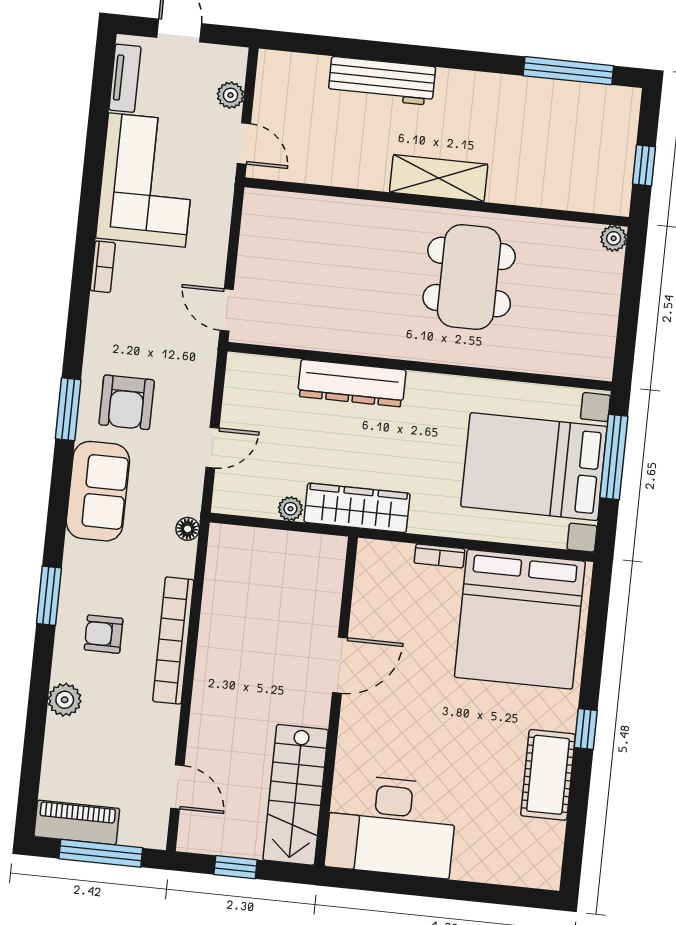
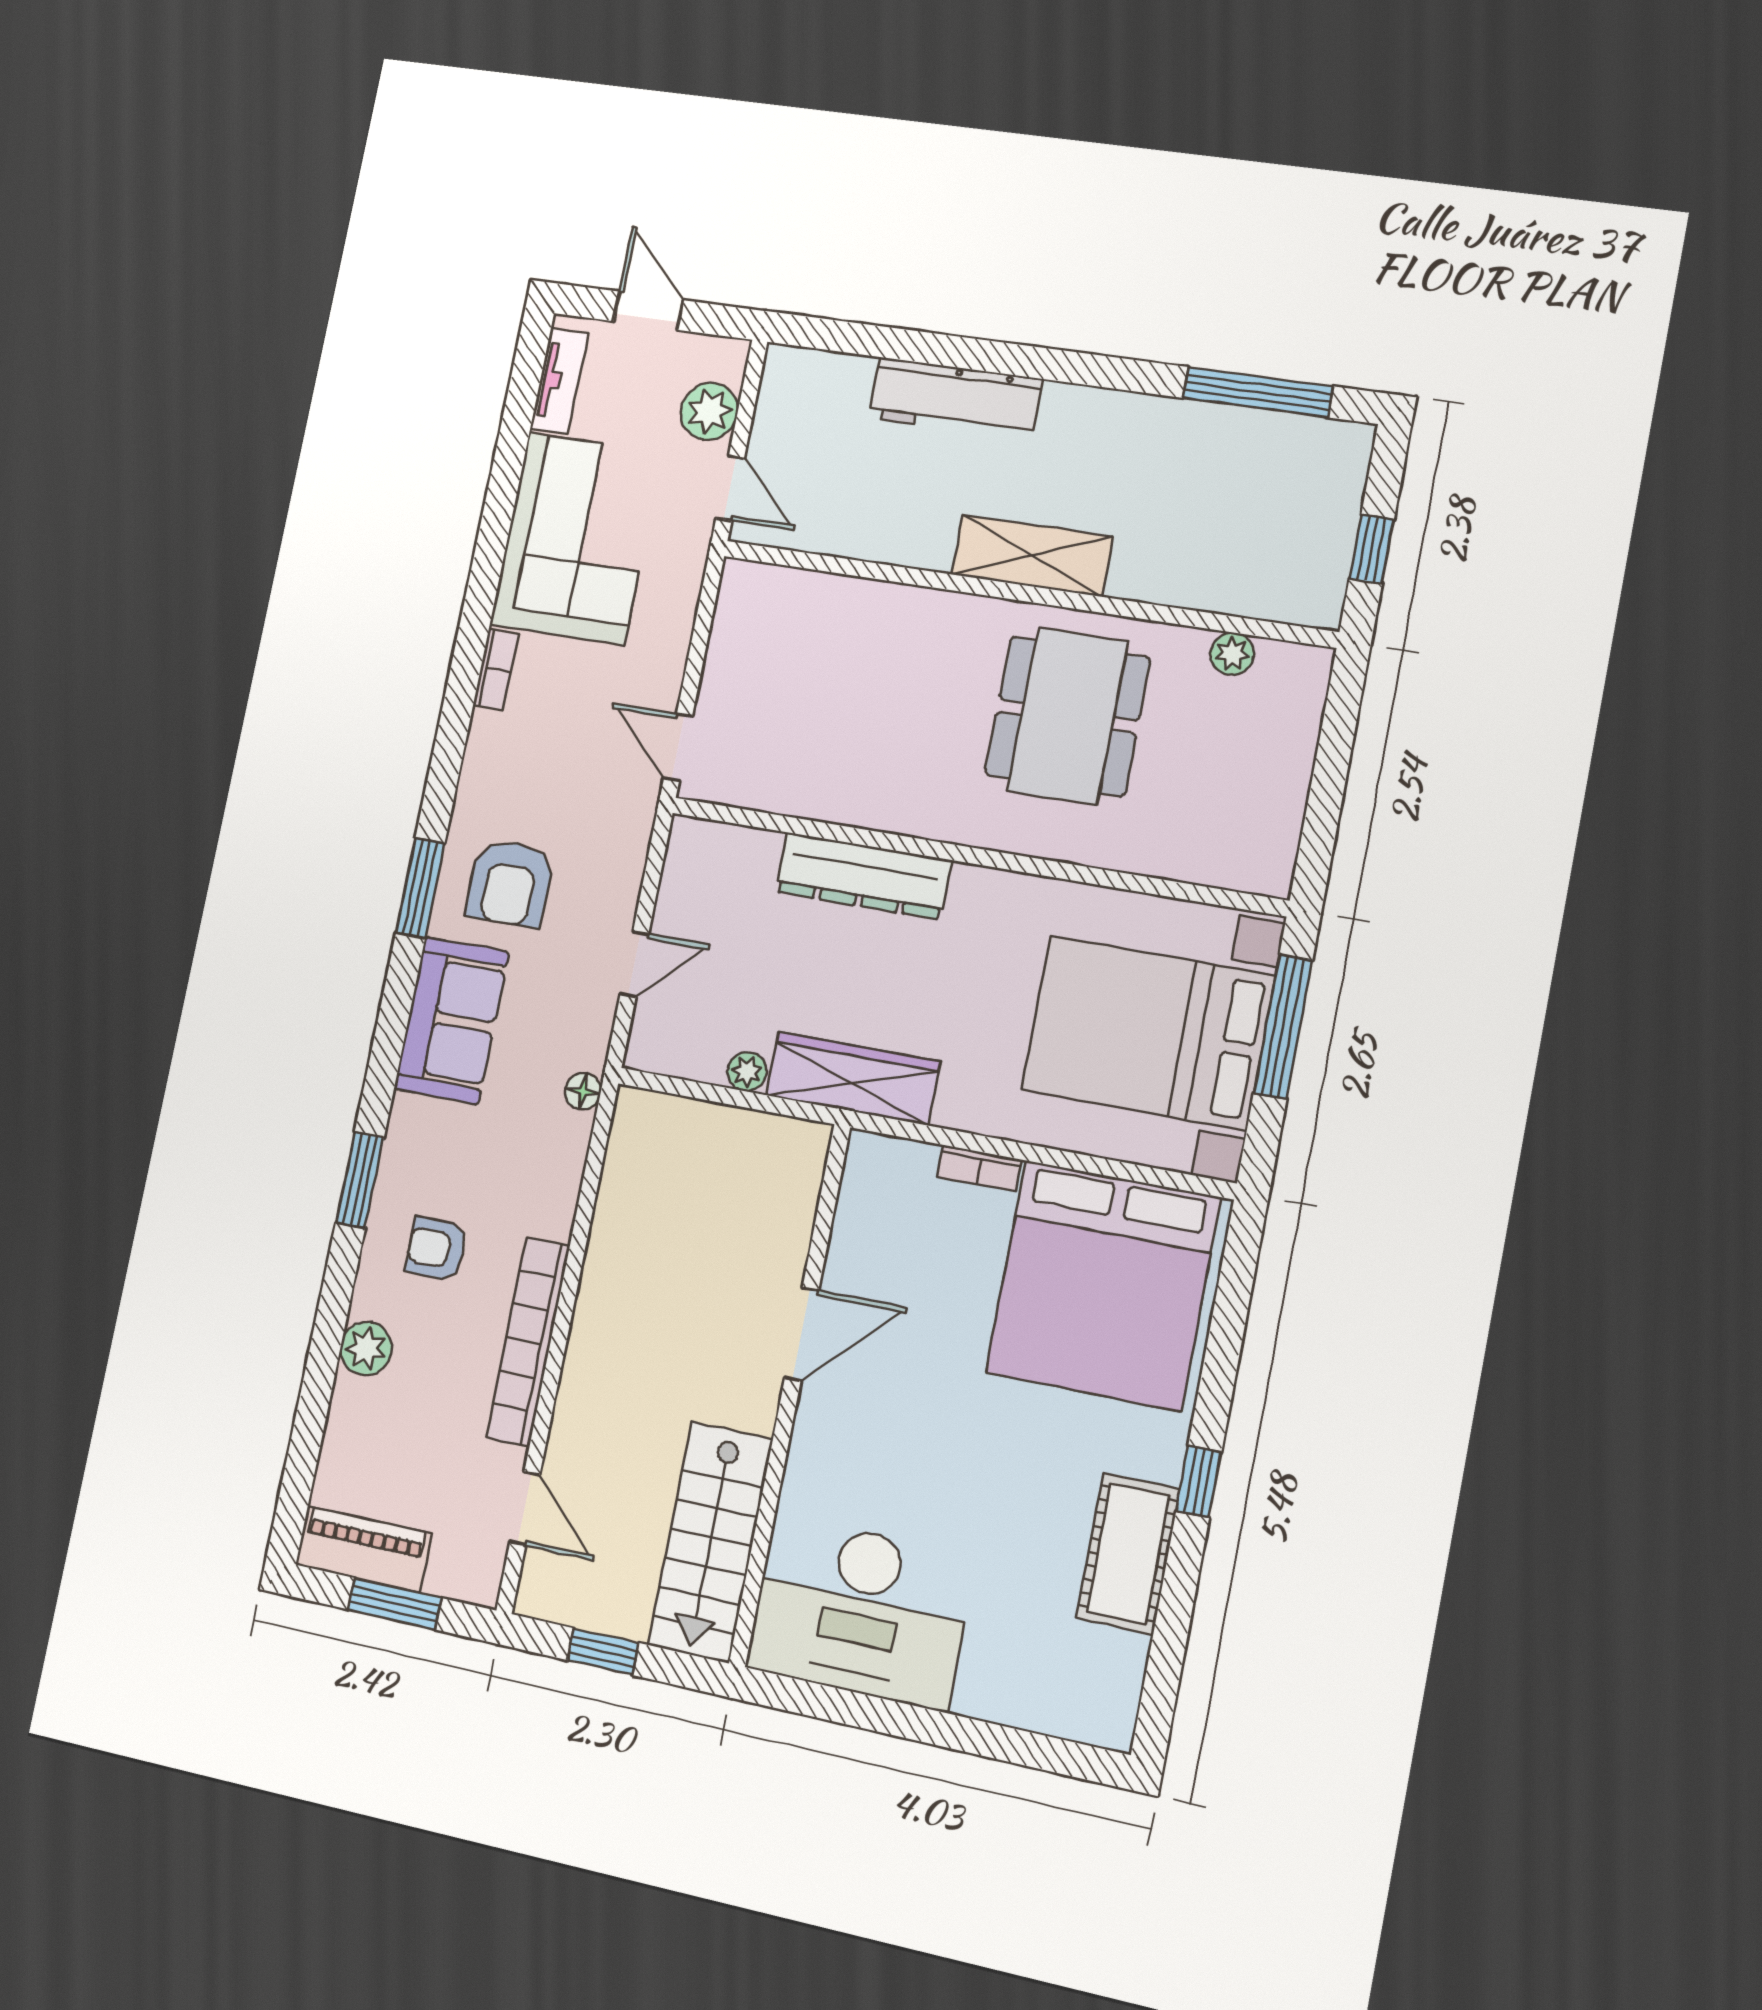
plant: (230, 95) -> (709, 411), width x1.38, depth x1.38
plant: (614, 238) -> (1232, 654), moved
bookcase: (173, 641) -> (528, 1342), moved
window: (101, 853) -> (395, 1604), width x0.69

